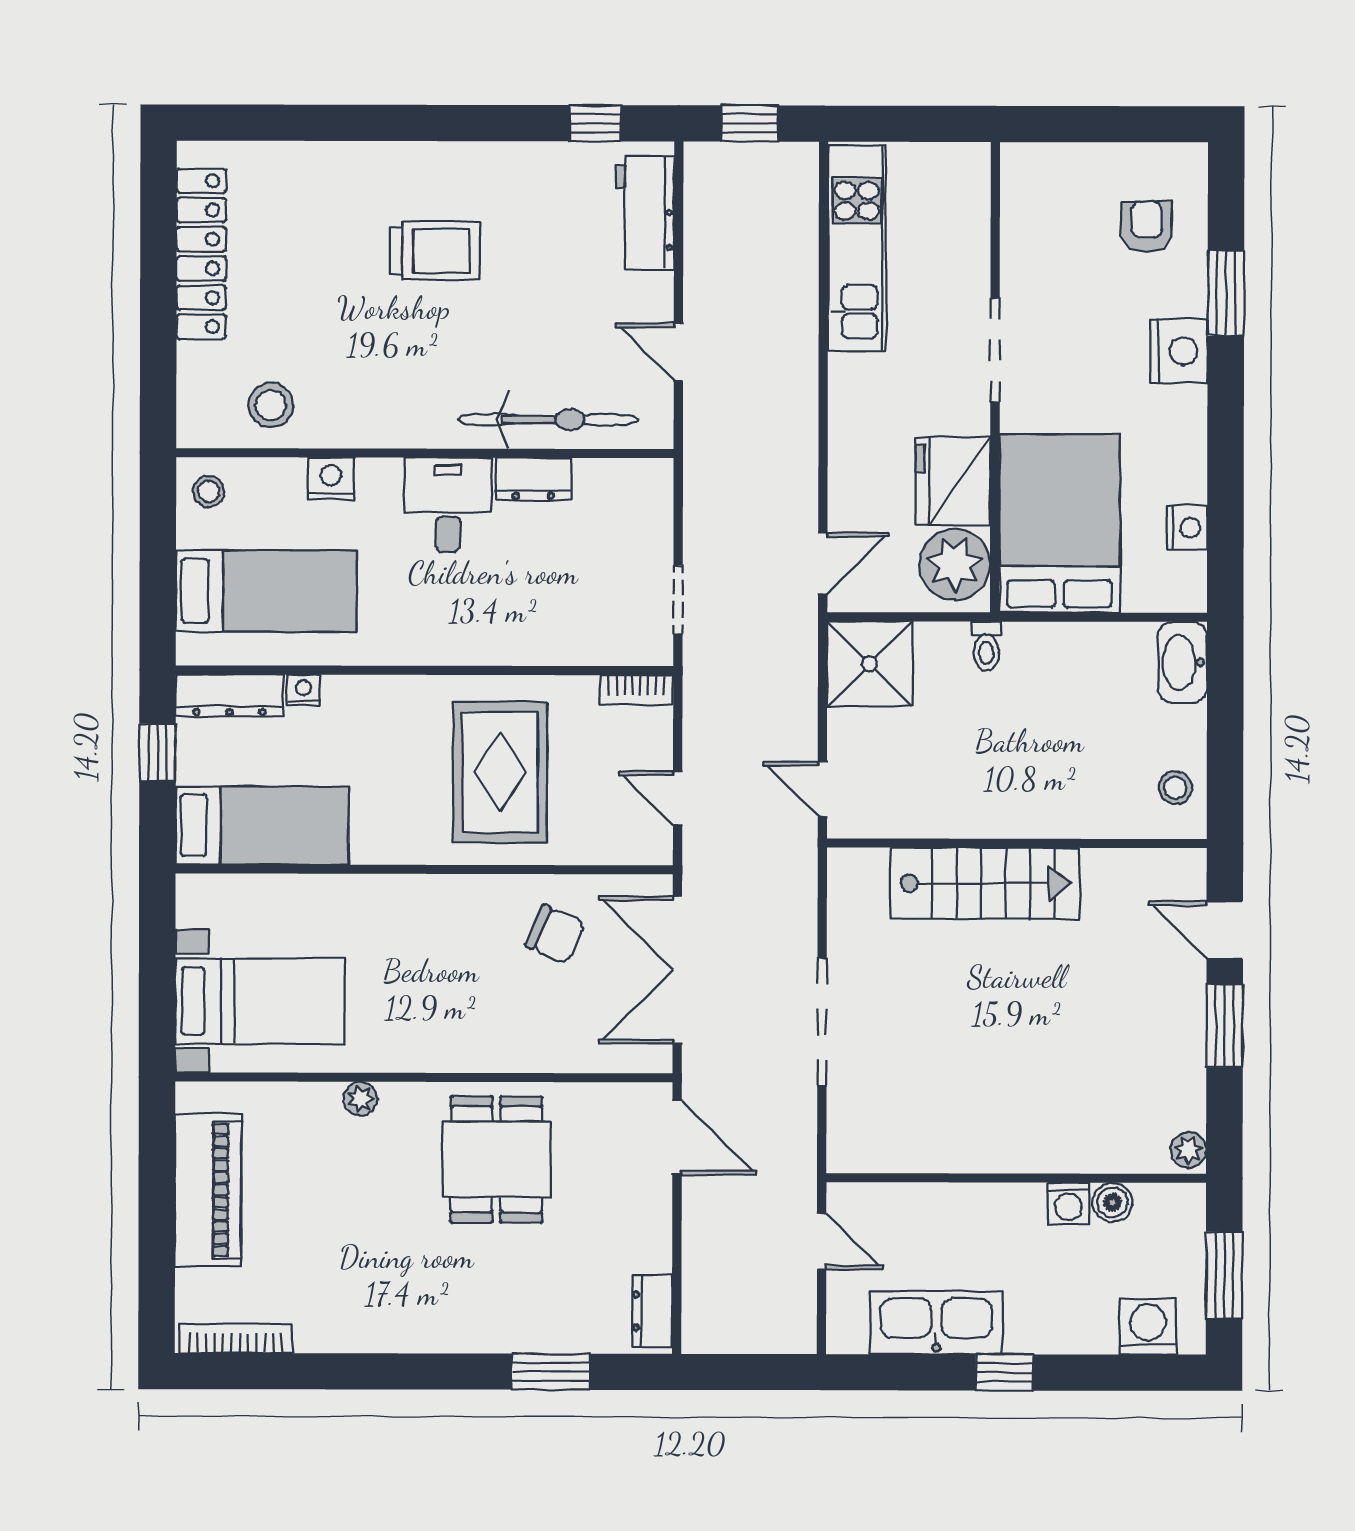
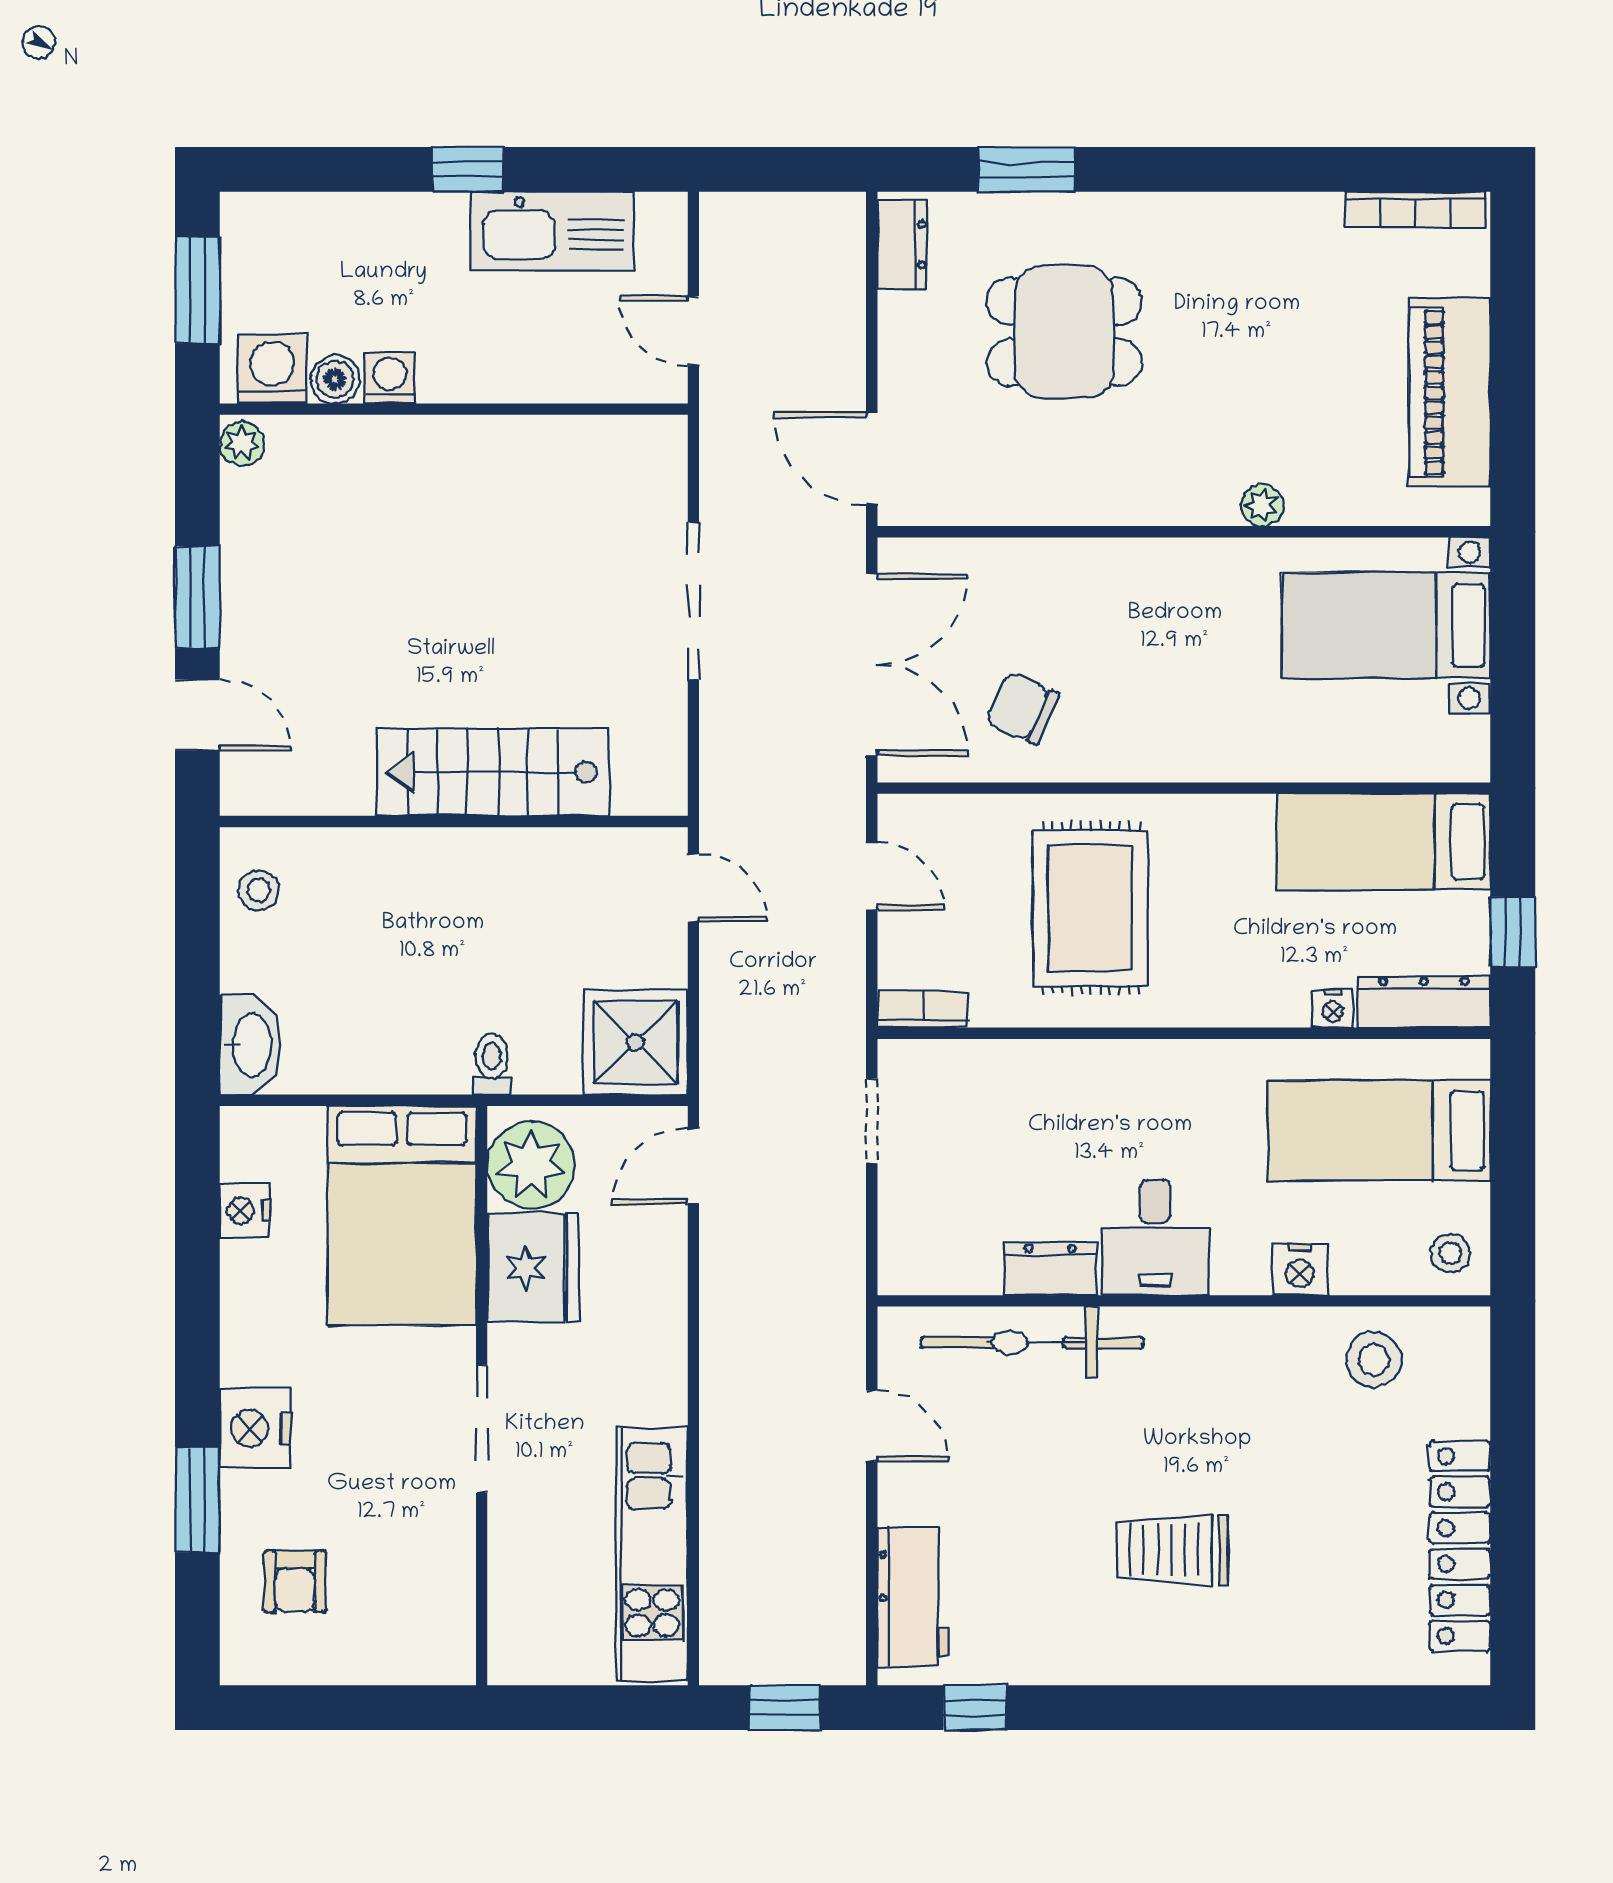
dining table: (496, 1159) -> (1064, 332), moved, turned 90
washing machine: (1148, 1327) -> (272, 369), moved, turned 180

